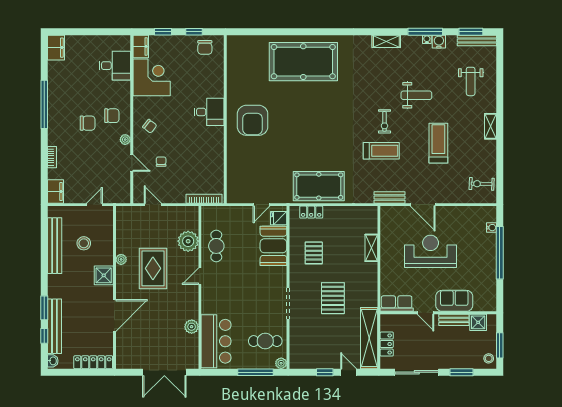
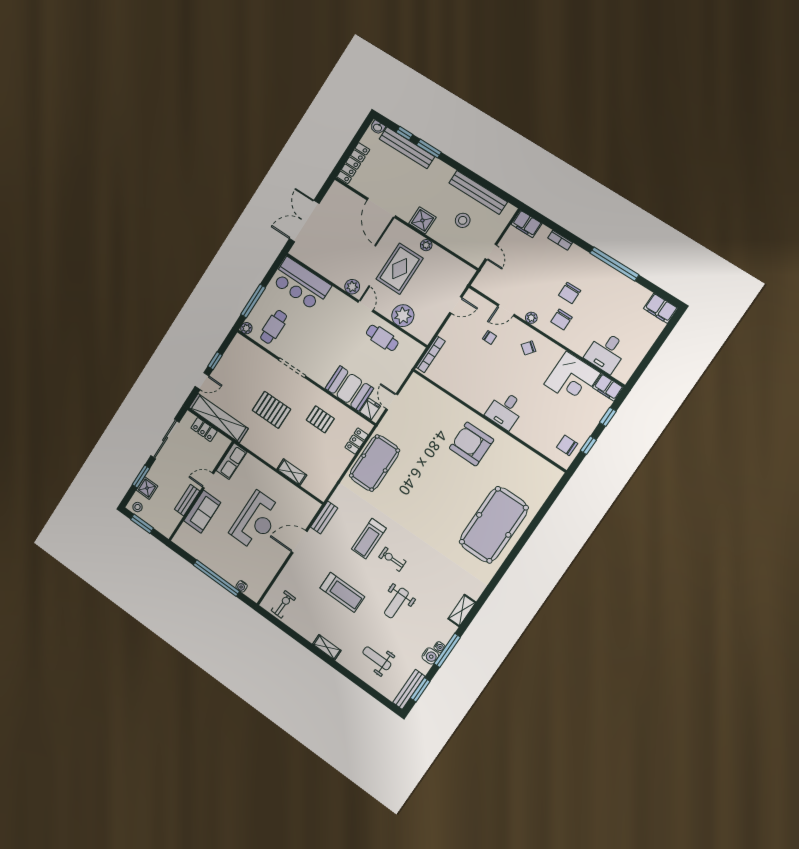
rug: (153, 268) -> (400, 269), turned 90
shower: (478, 322) -> (147, 488), moved
plant: (192, 327) -> (352, 287), moved

